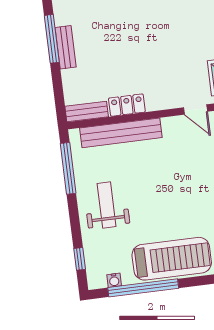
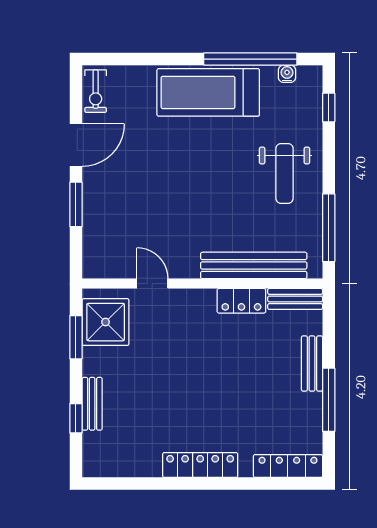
bench: (66, 47) -> (312, 363), moved

